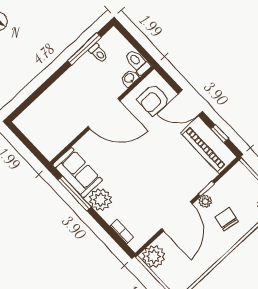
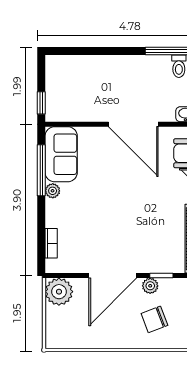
window: (36, 153) -> (41, 103), added
plant: (100, 200) -> (53, 191), width x0.53, depth x0.53
chair: (227, 219) -> (154, 319), turned -121

